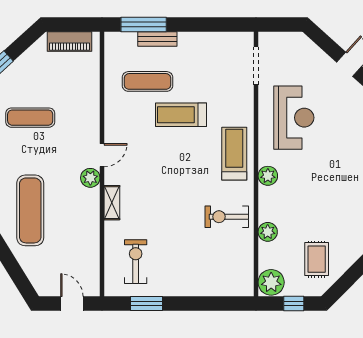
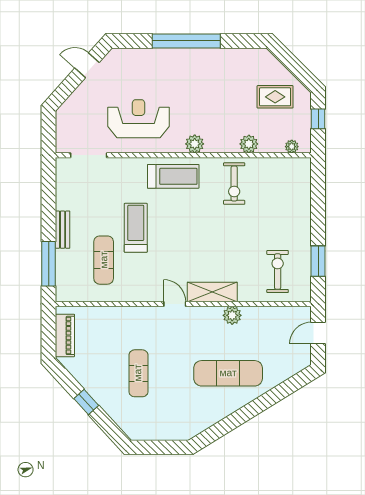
bench: (157, 39) -> (63, 230), moved
treadmill: (181, 115) -> (136, 228), turned 180
treadmill: (234, 154) -> (173, 176), turned 180
plant: (90, 178) -> (232, 315), moved
shelving: (112, 203) -> (212, 292), width x1.50, depth x1.33
exercise bike: (136, 262) -> (278, 272), turned 90
plant: (271, 282) -> (292, 147), width x0.53, depth x0.53

